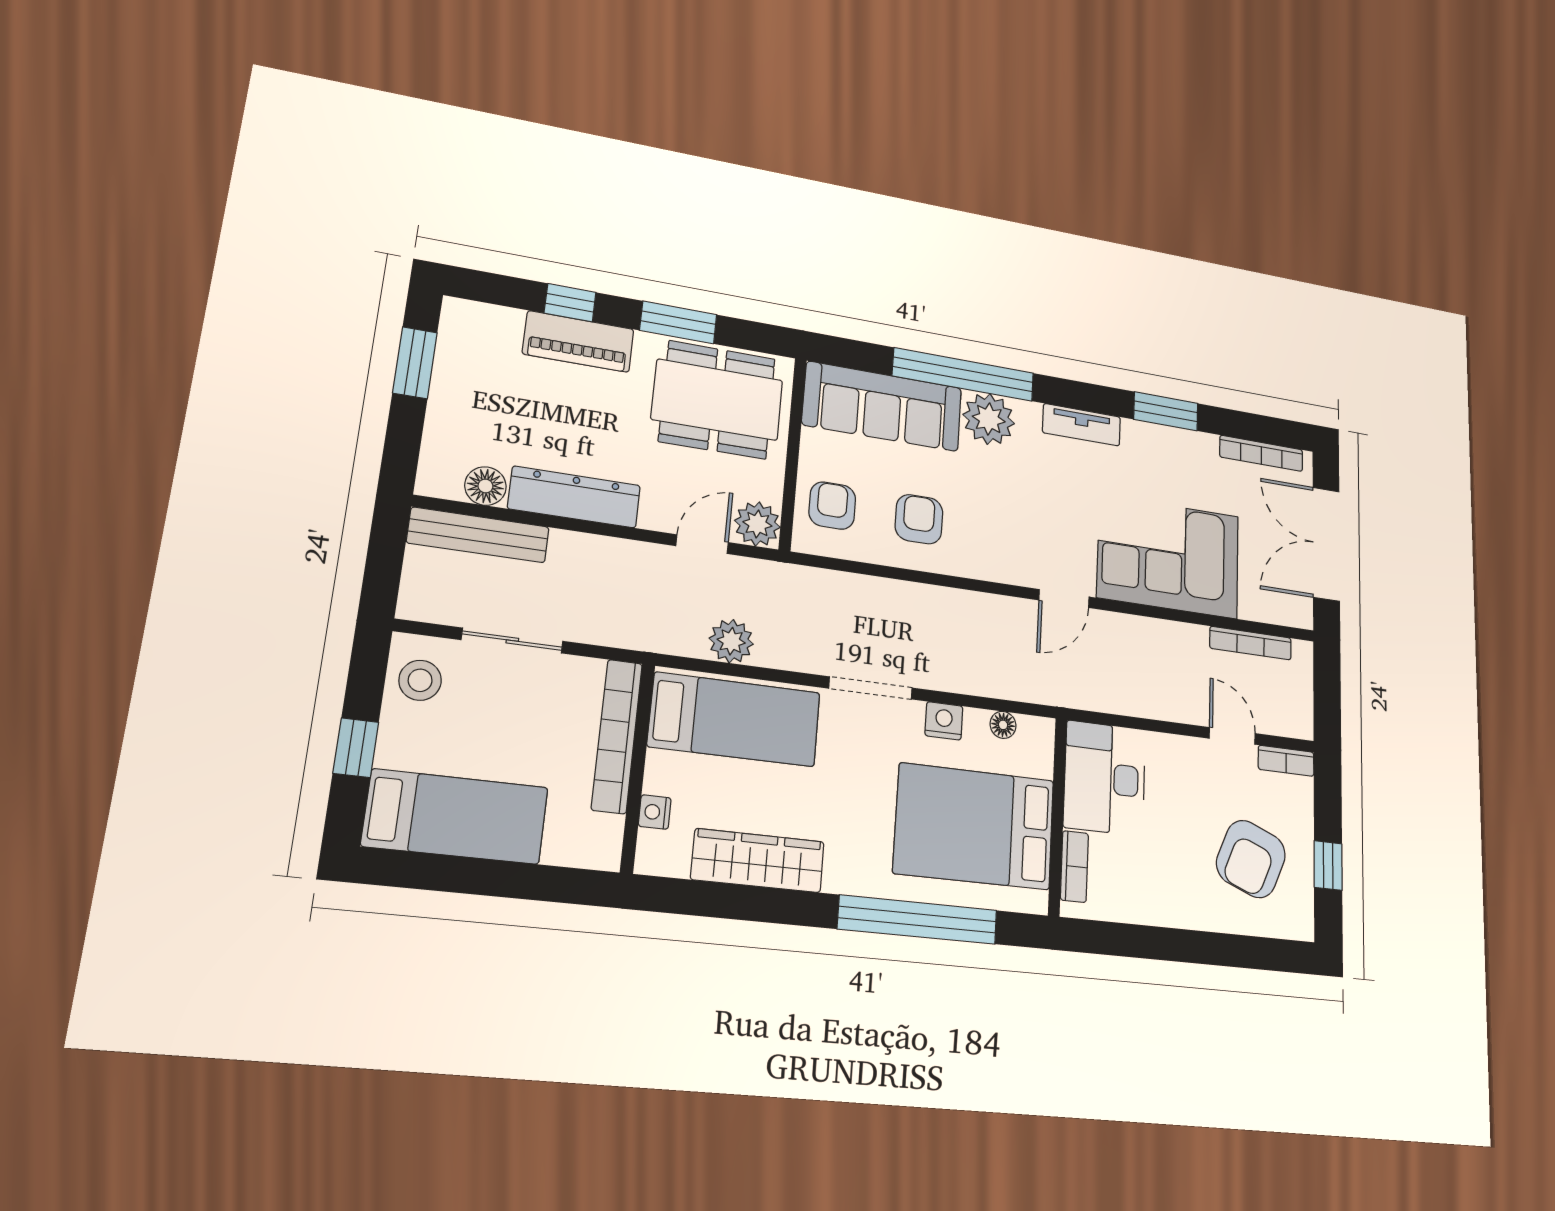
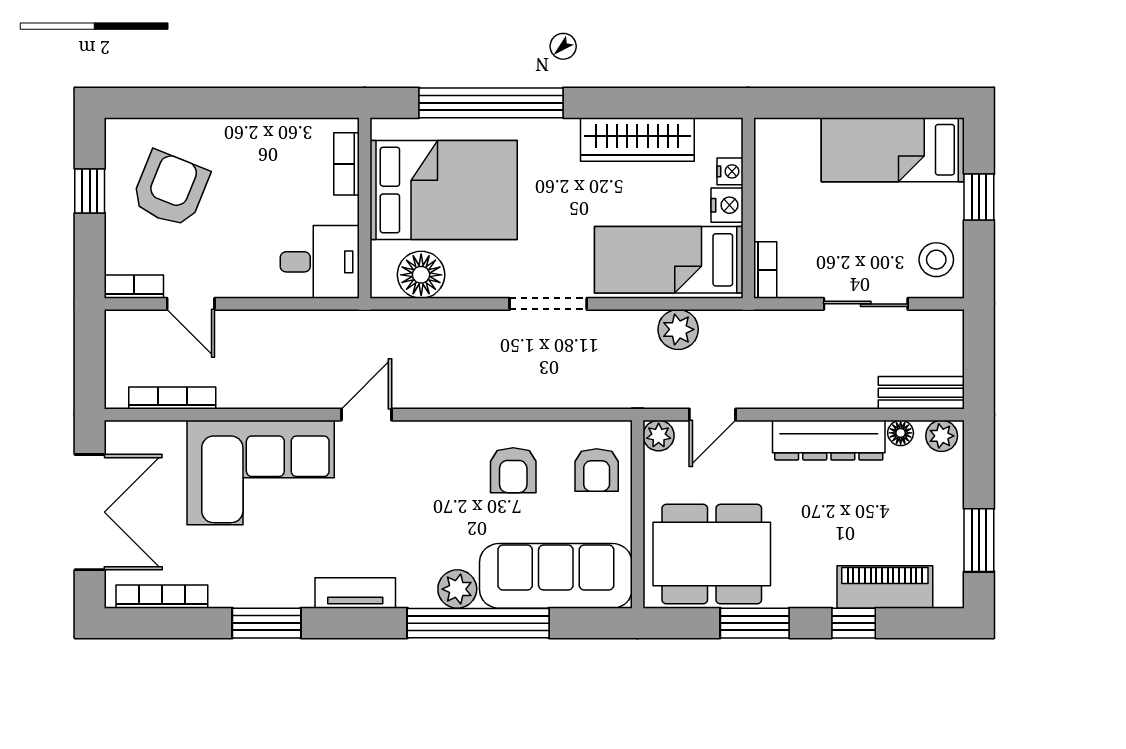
piano: (578, 342) -> (885, 587), moved
plant: (989, 419) -> (457, 589), width x0.73, depth x0.73
plant: (442, 481) -> (942, 436), added
floor lamp: (485, 486) -> (901, 433), width x0.73, depth x0.73
plant: (757, 524) -> (659, 436), width x0.73, depth x0.73
bench: (478, 535) -> (921, 393), width x0.73
nightstand: (944, 721) -> (727, 205), moved, turned -90
floor lamp: (1003, 725) -> (421, 275), width x1.89, depth x1.89
bookcase: (617, 736) -> (765, 270), width x0.43, depth x0.76
desk: (1105, 778) -> (320, 262), width x0.73

